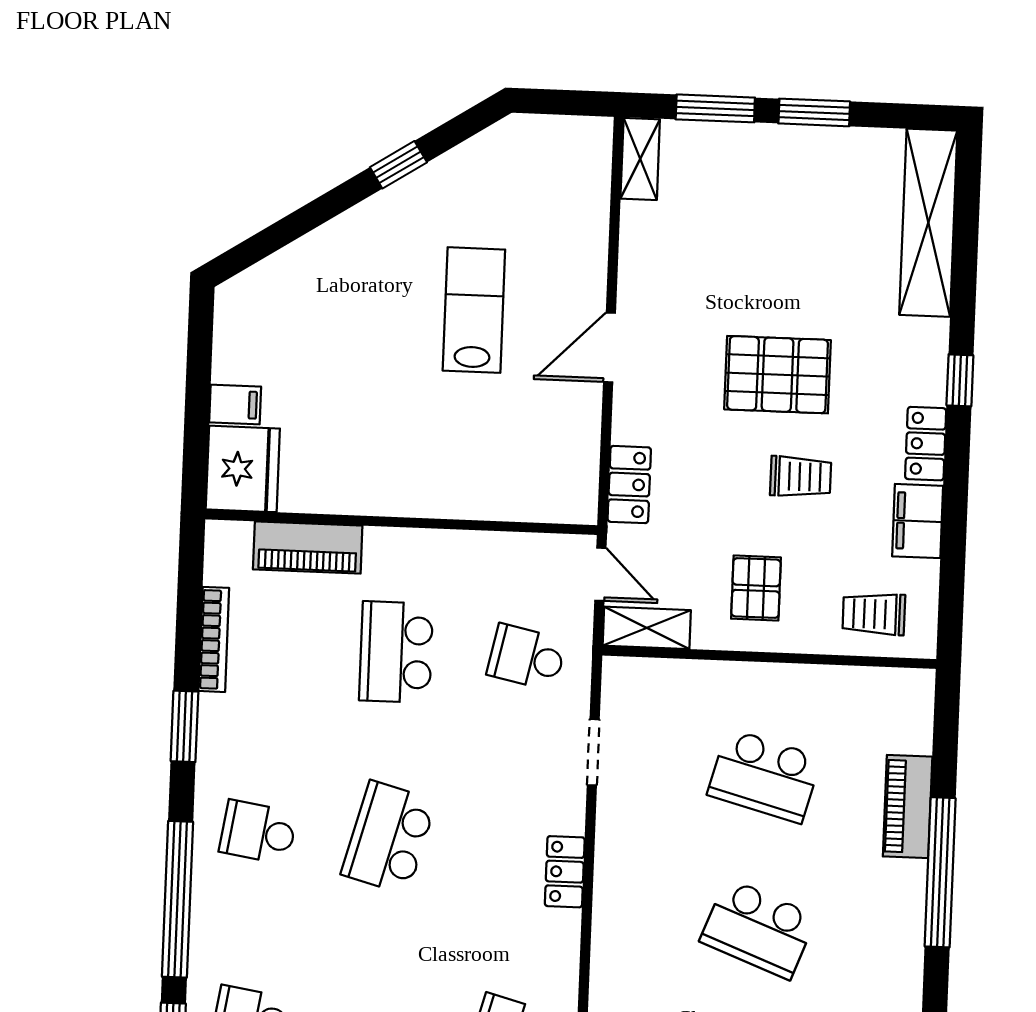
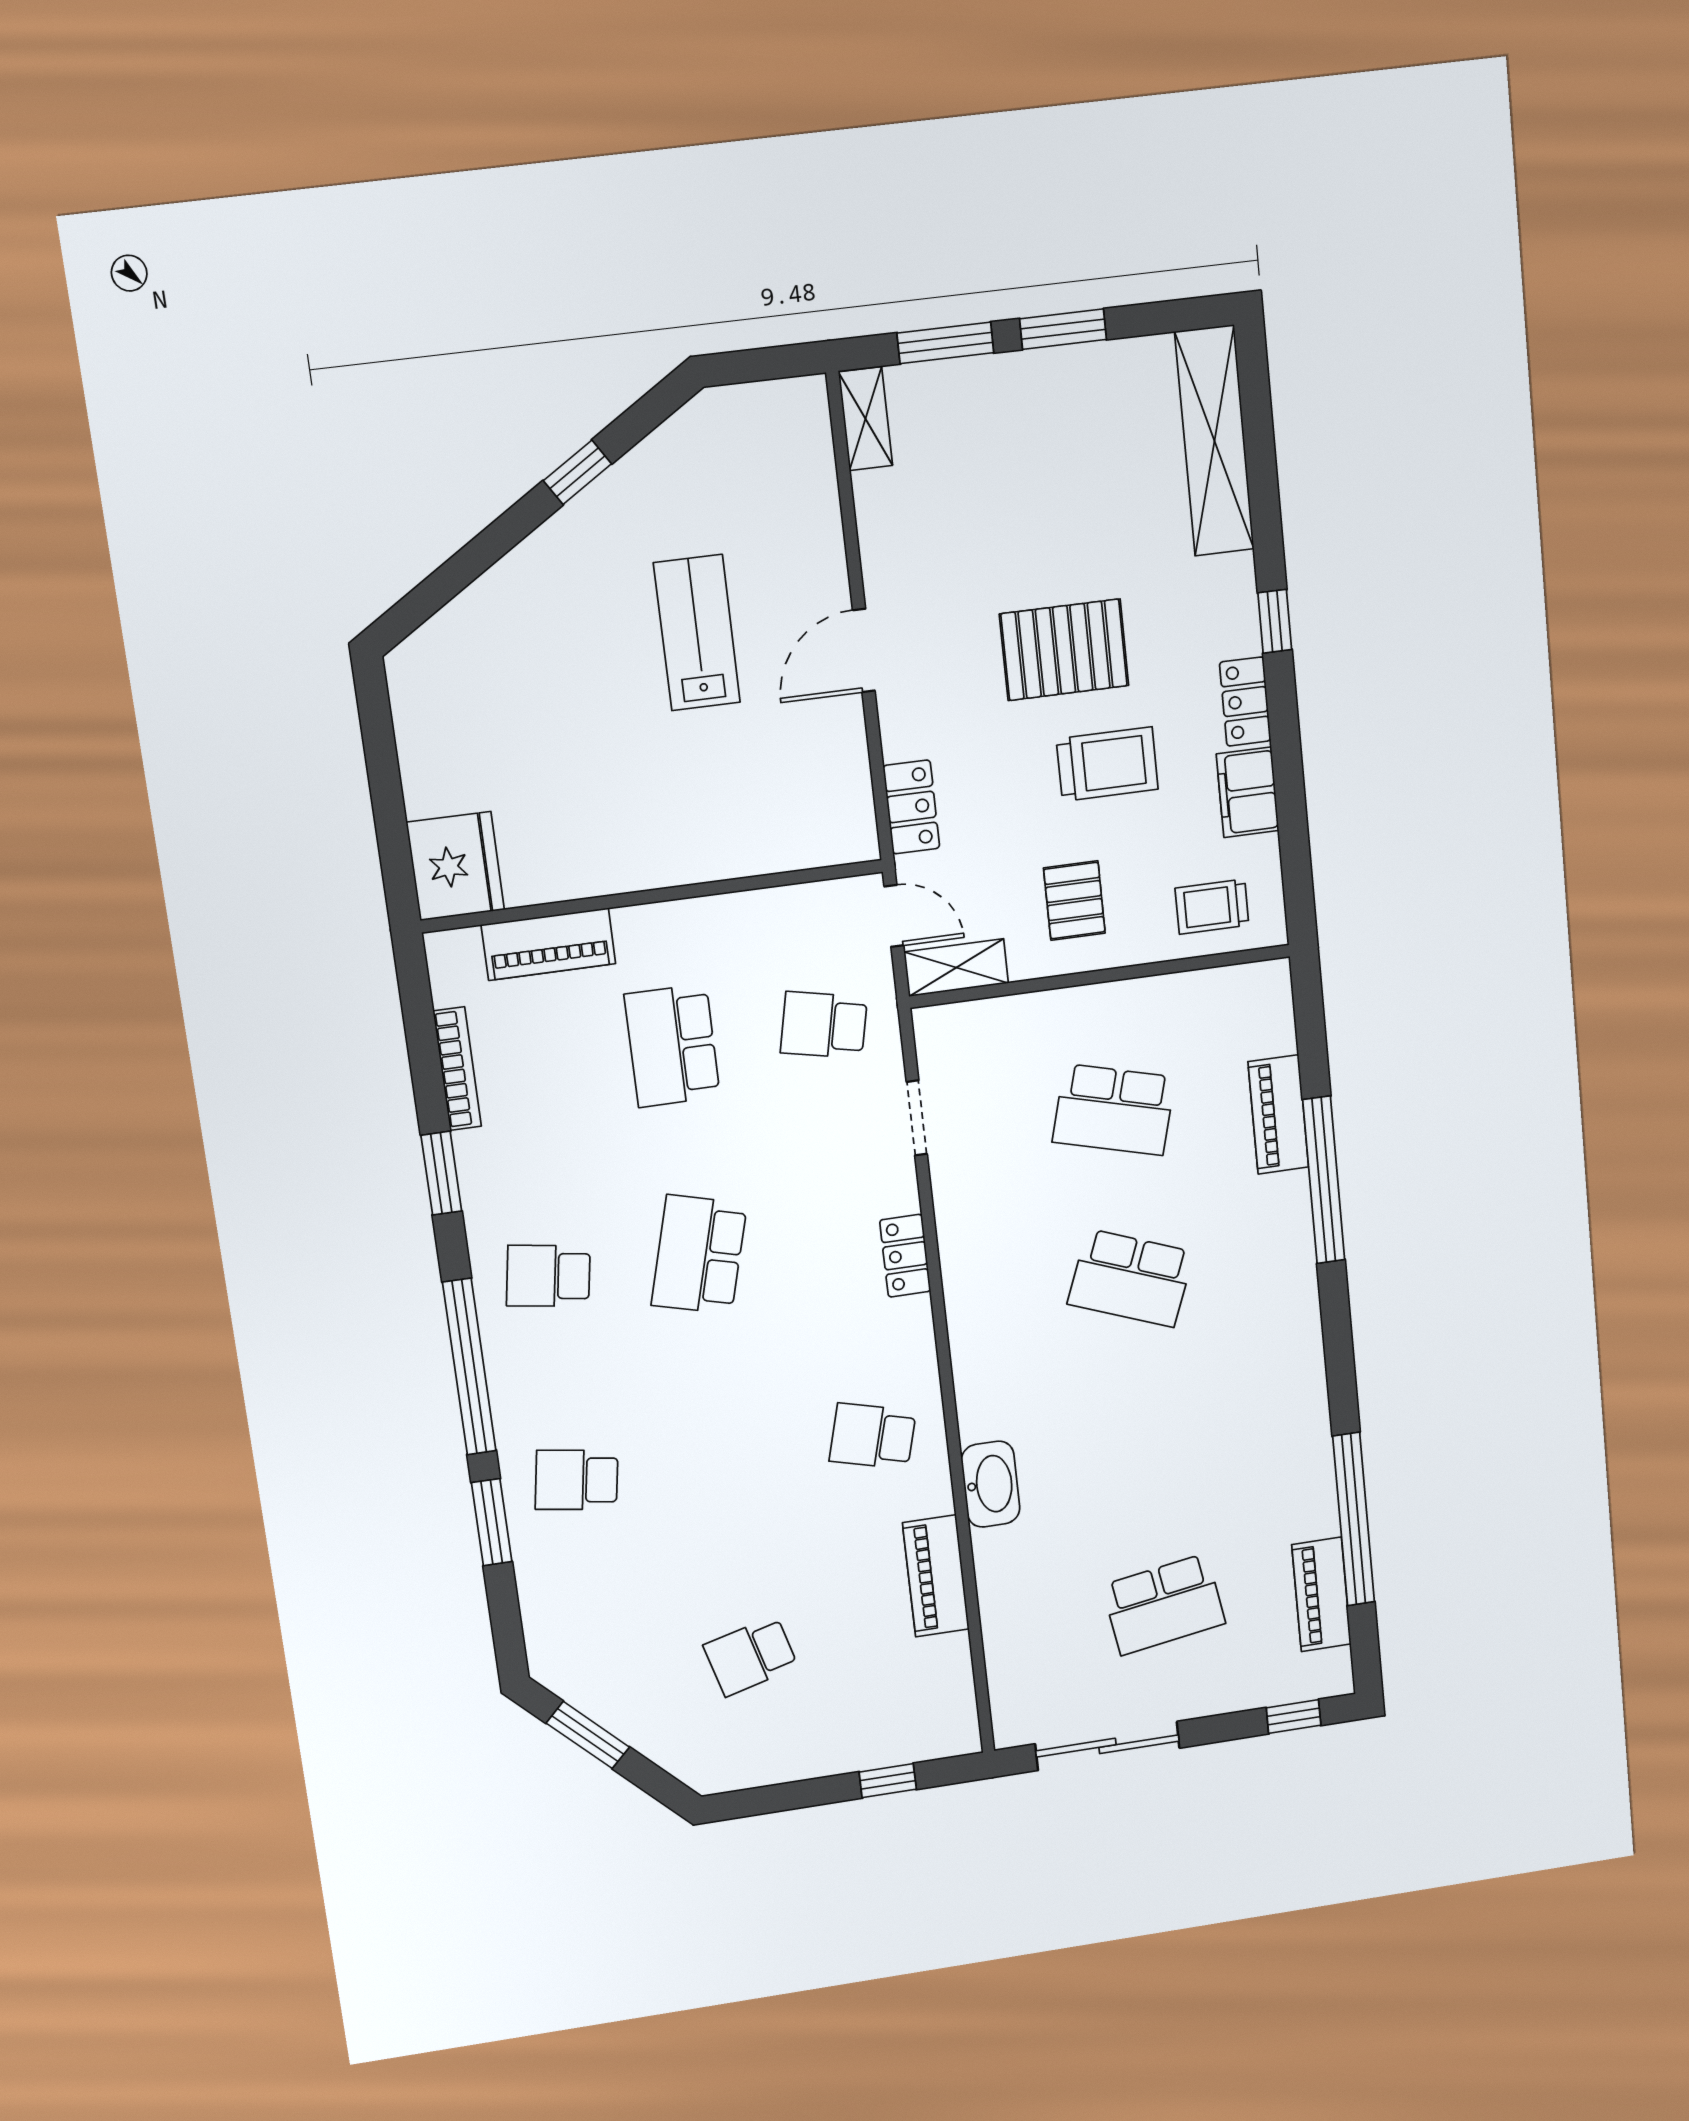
filing cabinet: (235, 404) -> (432, 792), removed
trolley: (801, 477) -> (1107, 764), width x1.36, depth x1.39

